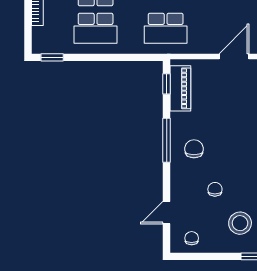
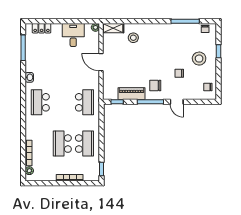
piano: (180, 88) -> (131, 94), moved
door: (167, 213) -> (177, 102), moved

